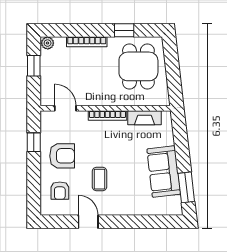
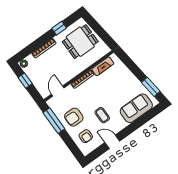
dining table: (138, 66) -> (80, 42), turned 90
door: (65, 108) -> (58, 91), hinge flipped
window: (34, 142) -> (54, 121), width x2.17
armchair: (62, 156) -> (74, 117), turned 180
sofa: (164, 172) -> (136, 108), moved, turned 97

